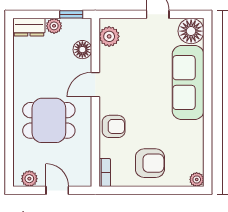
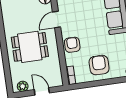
armchair: (114, 126) -> (72, 45), turned -90
armchair: (150, 163) -> (99, 65), turned -90

